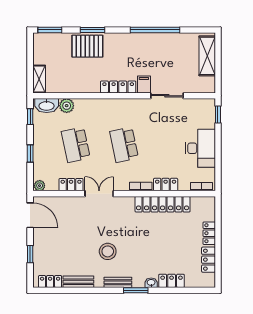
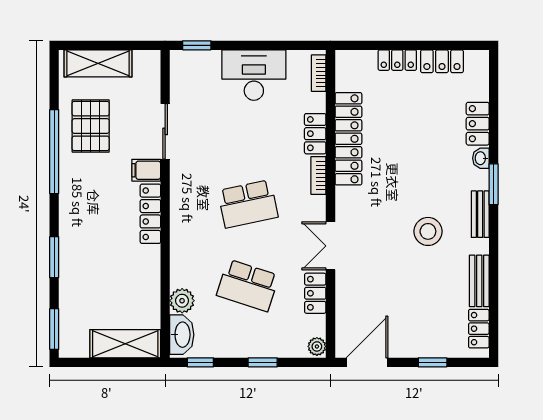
pallet: (87, 46) -> (91, 126), moved
shelving: (39, 79) -> (125, 344), width x1.50, depth x1.33
school desk: (76, 145) -> (248, 285), turned 30

